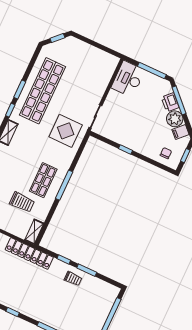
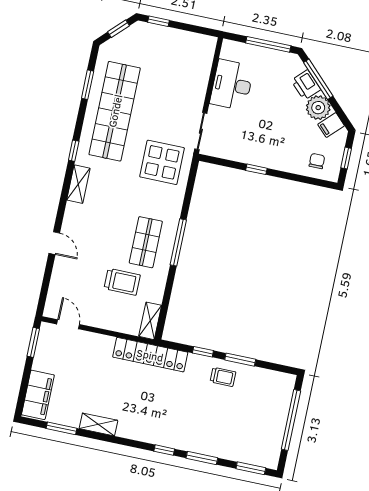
window: (84, 39) -> (158, 21), added
desk: (128, 79) -> (232, 85), moved
window: (20, 90) -> (88, 85), moved
window: (13, 312) -> (164, 450), moved

